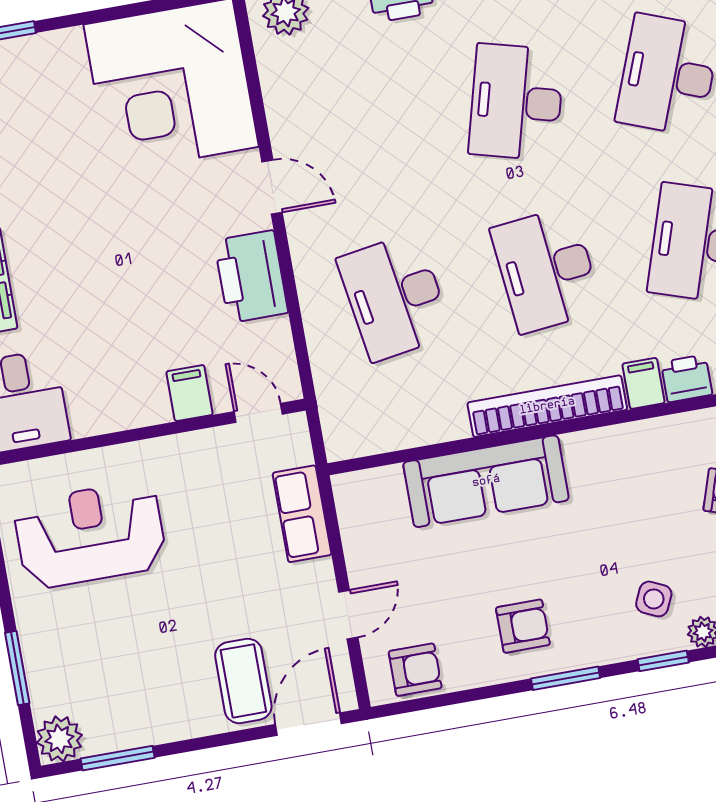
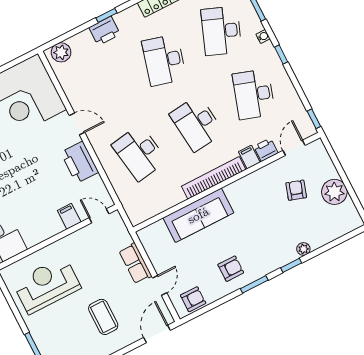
row of seats: (302, 514) -> (135, 263), moved
side table: (654, 599) -> (280, 242), removed
coffee table: (243, 681) -> (103, 317), moved

